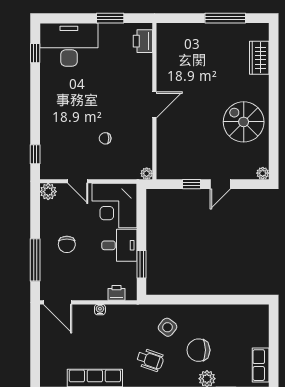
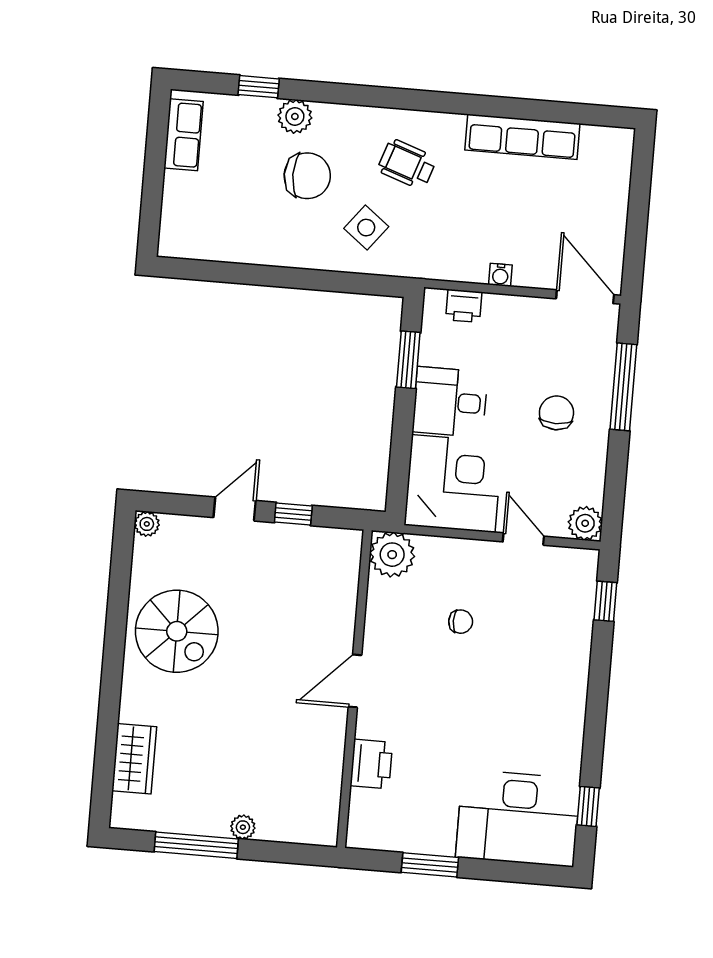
plant: (203, 29) -> (243, 827), added
printer: (143, 41) -> (371, 764), moved
plant: (147, 173) -> (392, 555), width x1.88, depth x1.88

